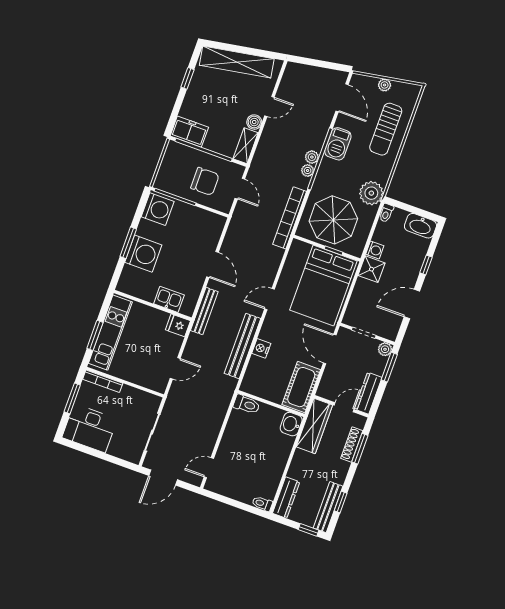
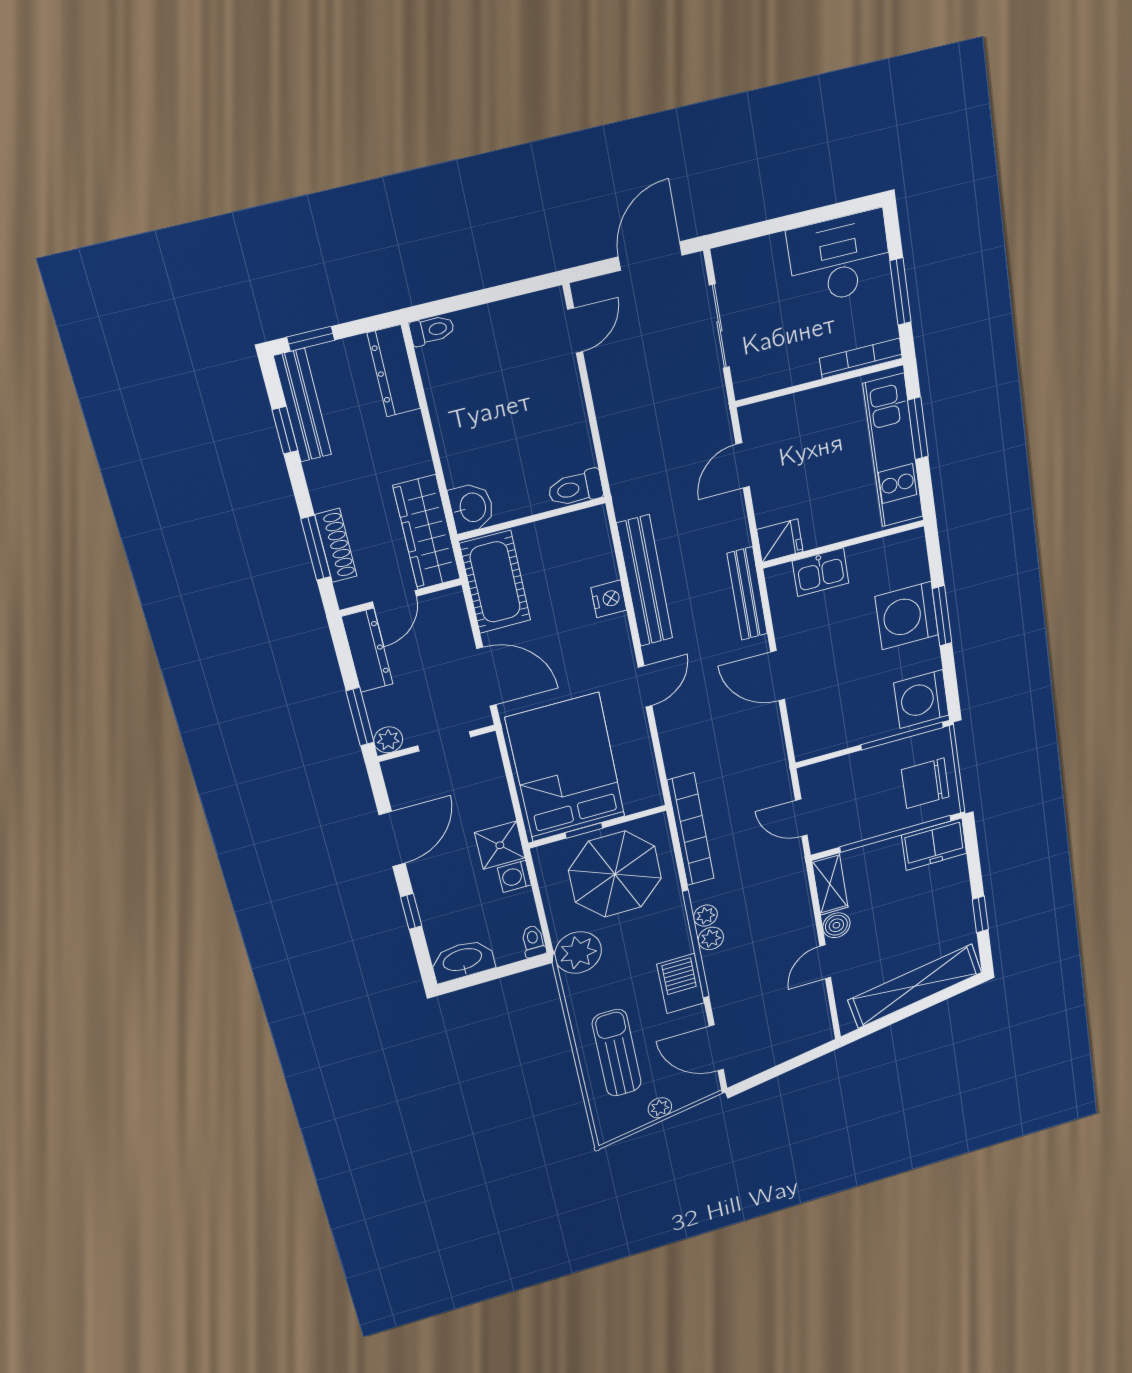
chair: (205, 181) -> (925, 783), moved

